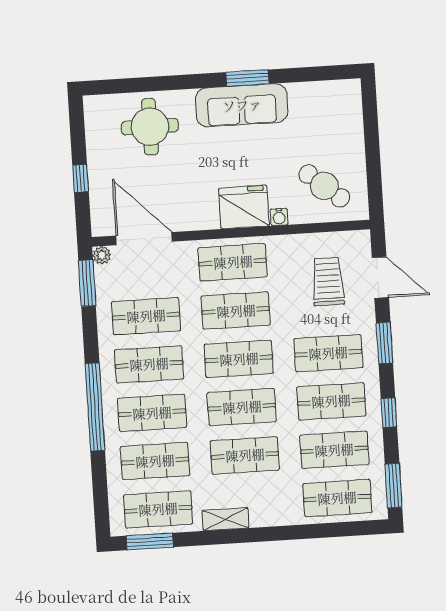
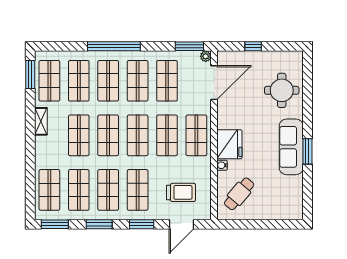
window: (389, 413) -> (99, 224), width x1.50

